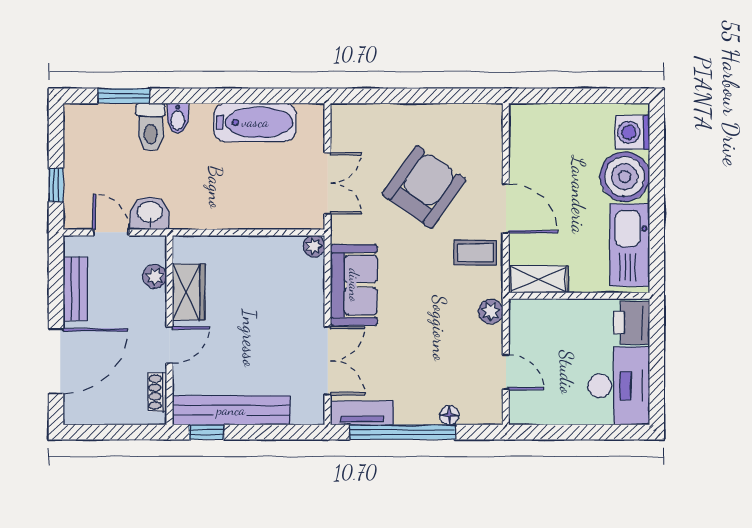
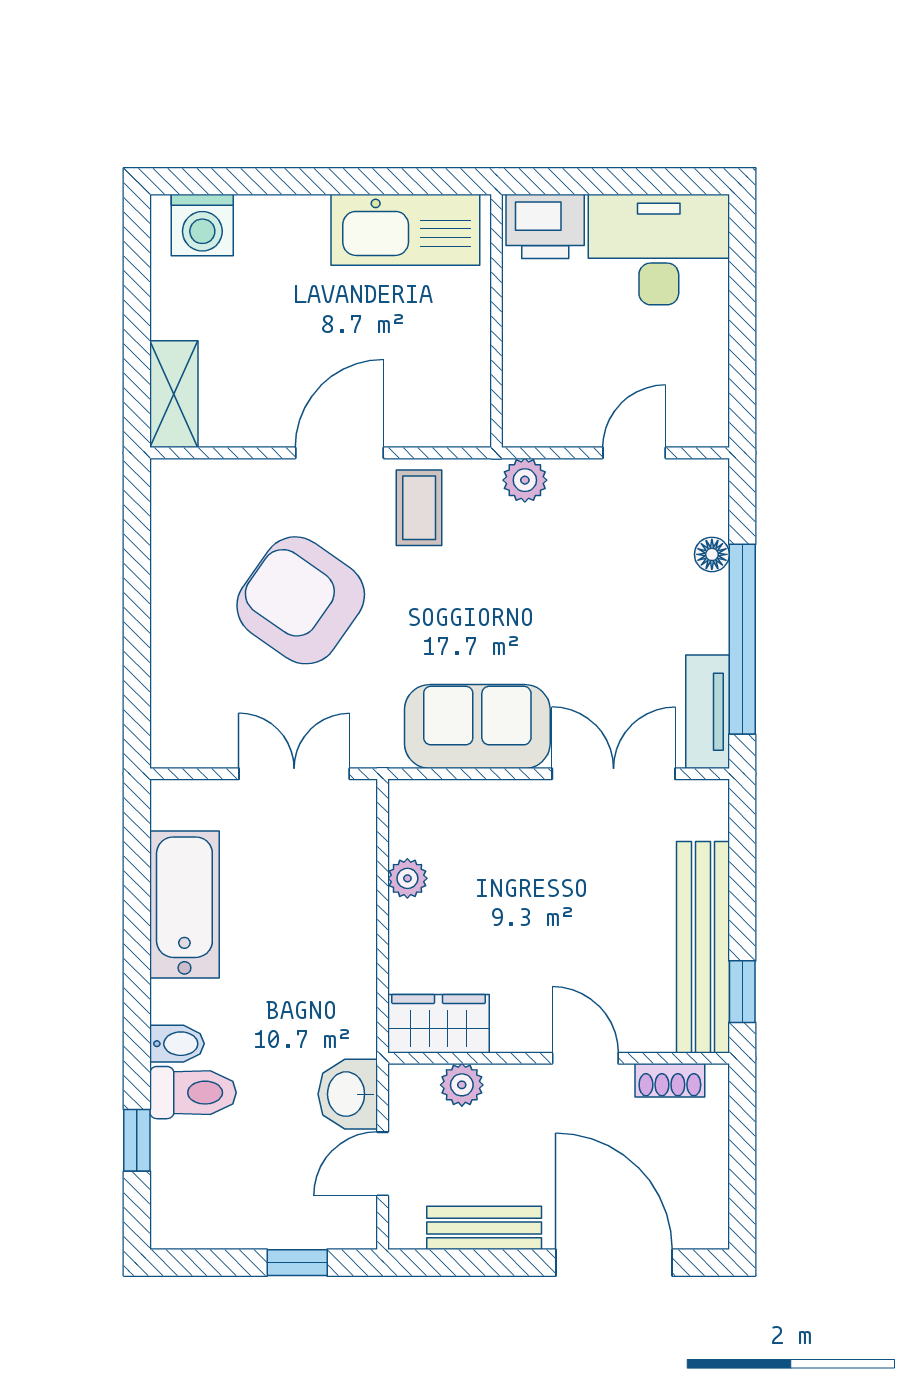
window: (124, 96) -> (137, 1140), width x0.67
boiler: (625, 177) -> (282, 239), removed
plant: (314, 246) -> (407, 878), moved
shelving: (538, 279) -> (174, 394), moved
wardrobe: (189, 292) -> (439, 1024), moved

